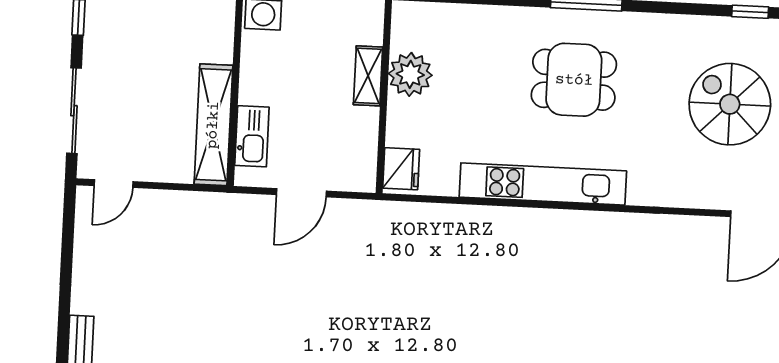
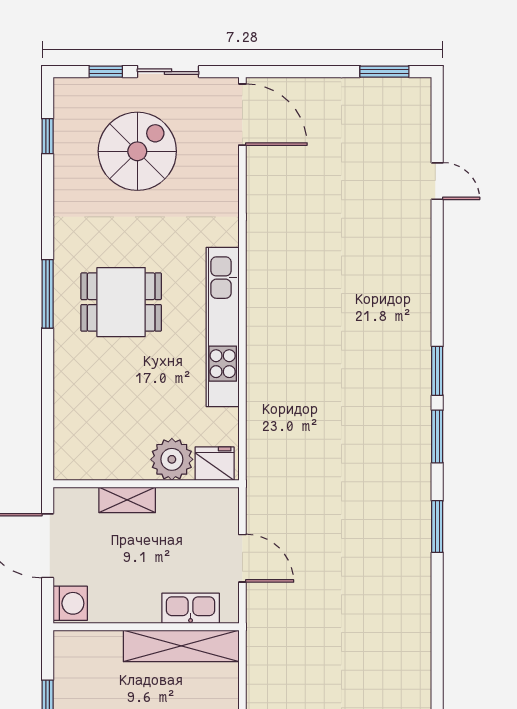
plant: (410, 74) -> (172, 459), moved
dining table: (574, 80) -> (121, 302), turned 90
spiral stairs: (730, 104) -> (137, 151), turned 180

